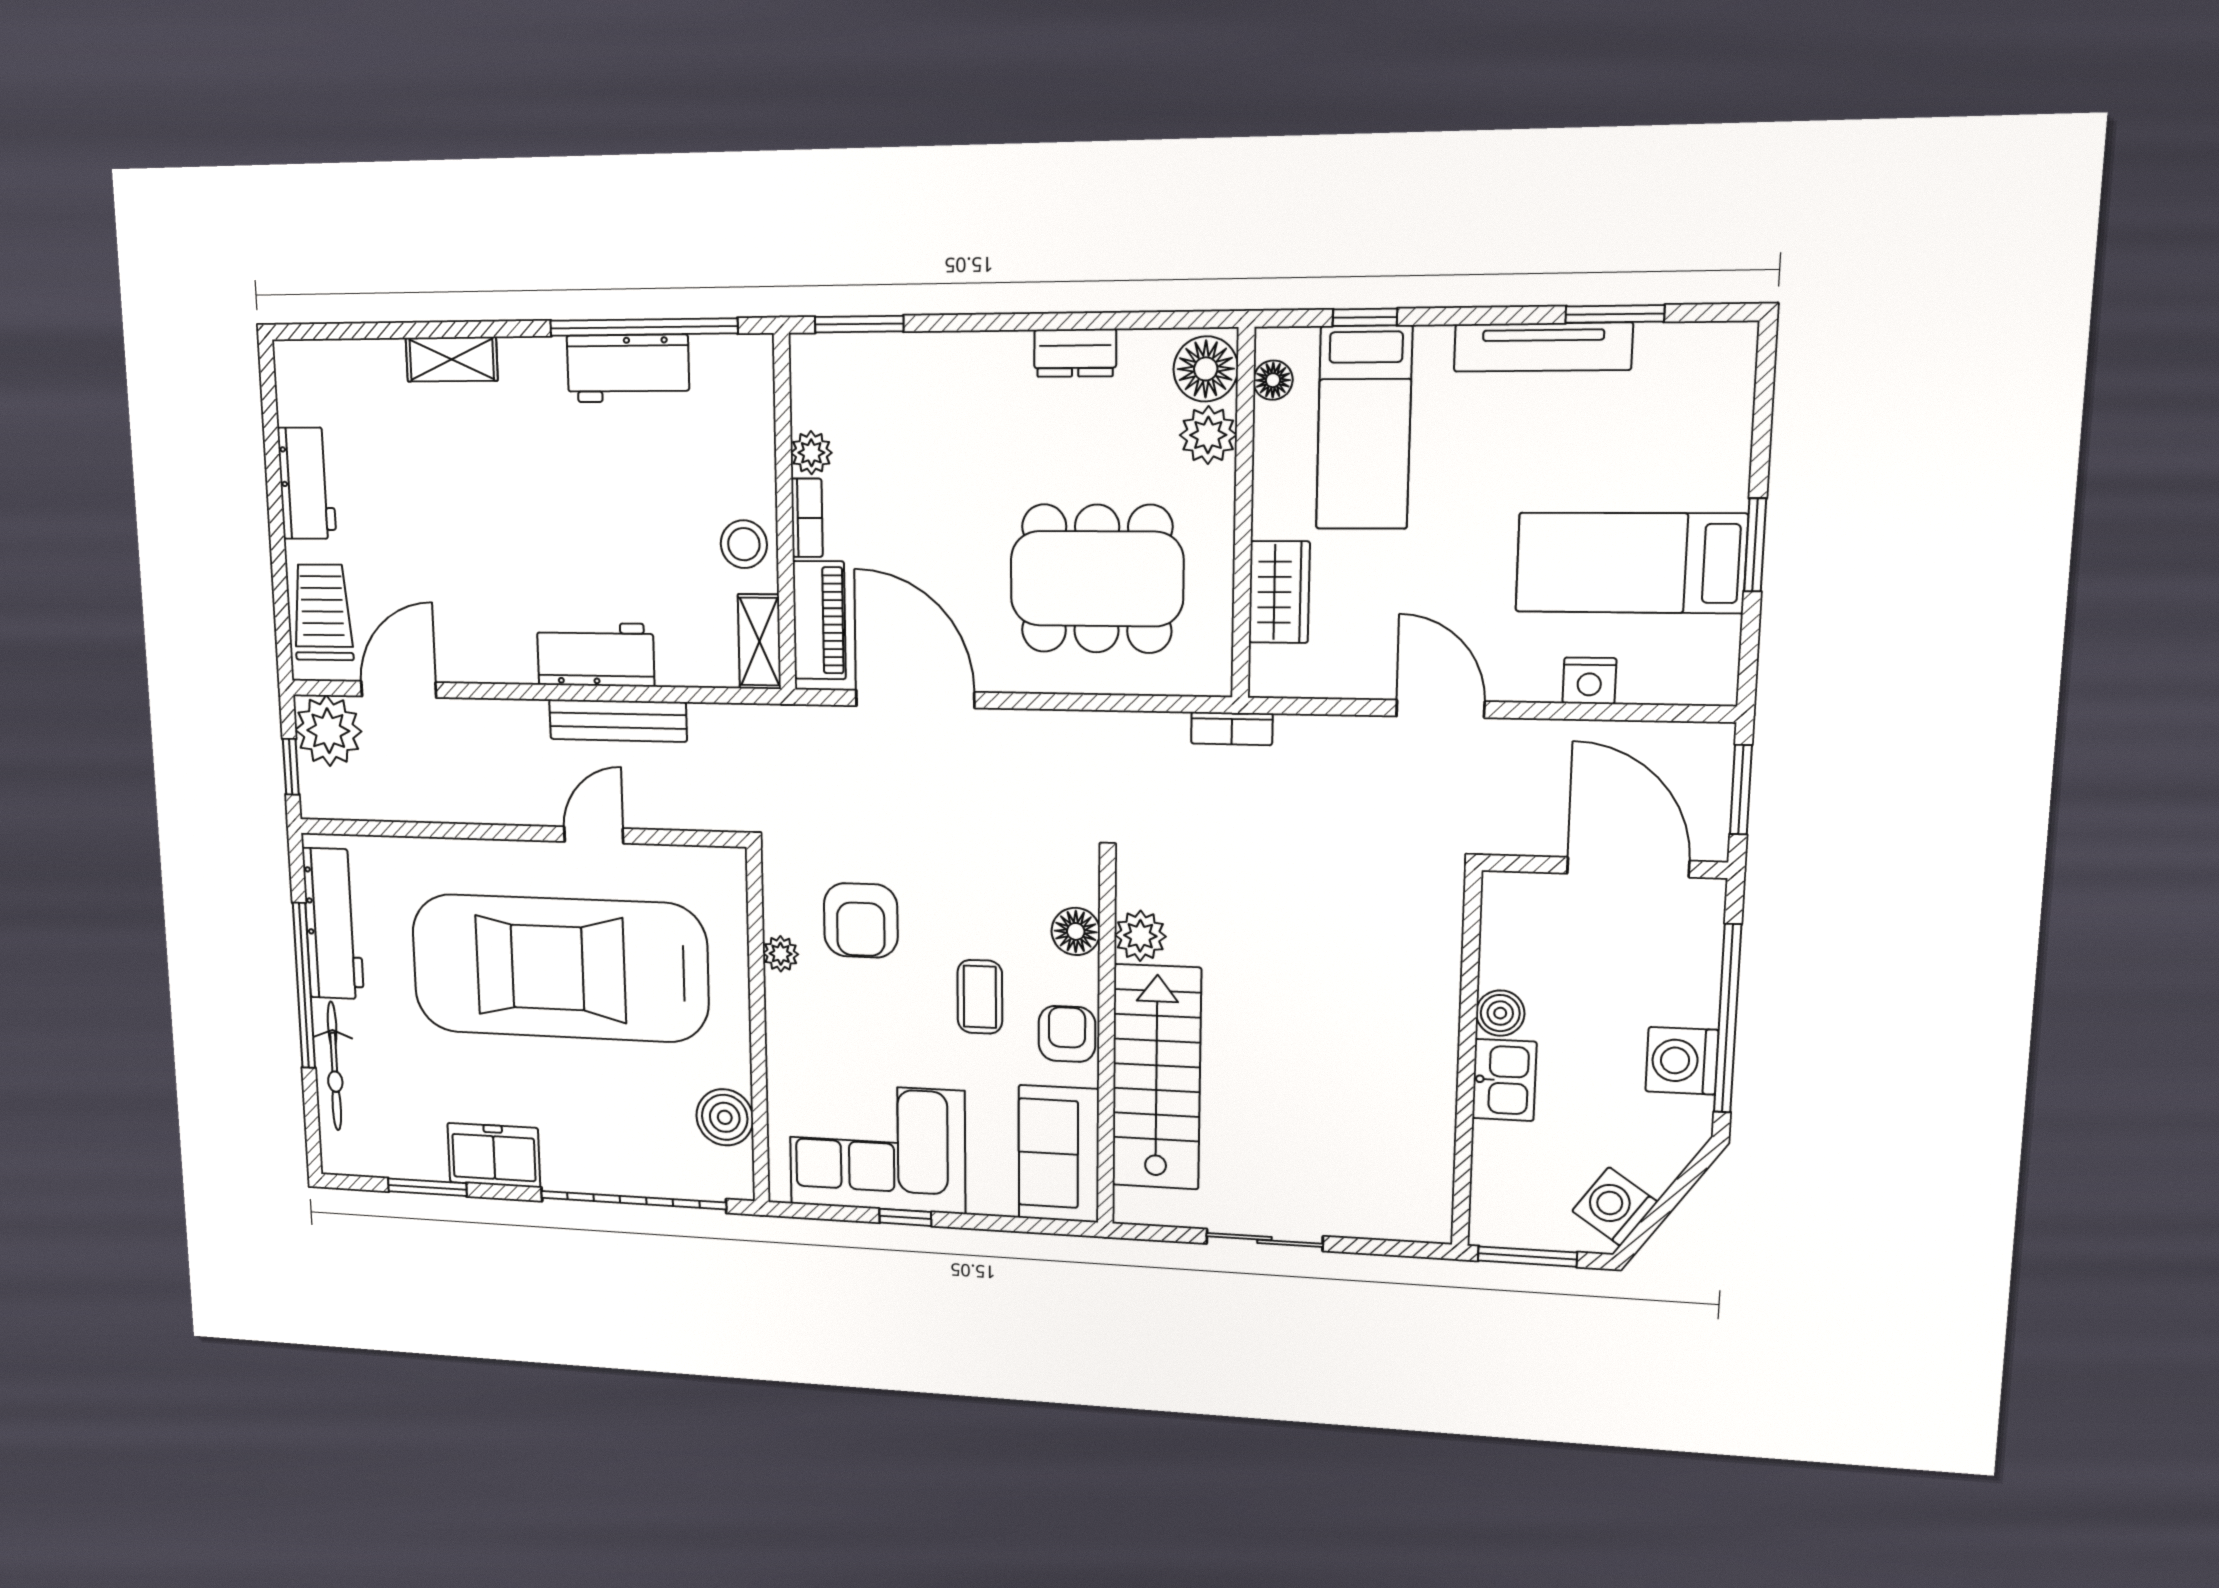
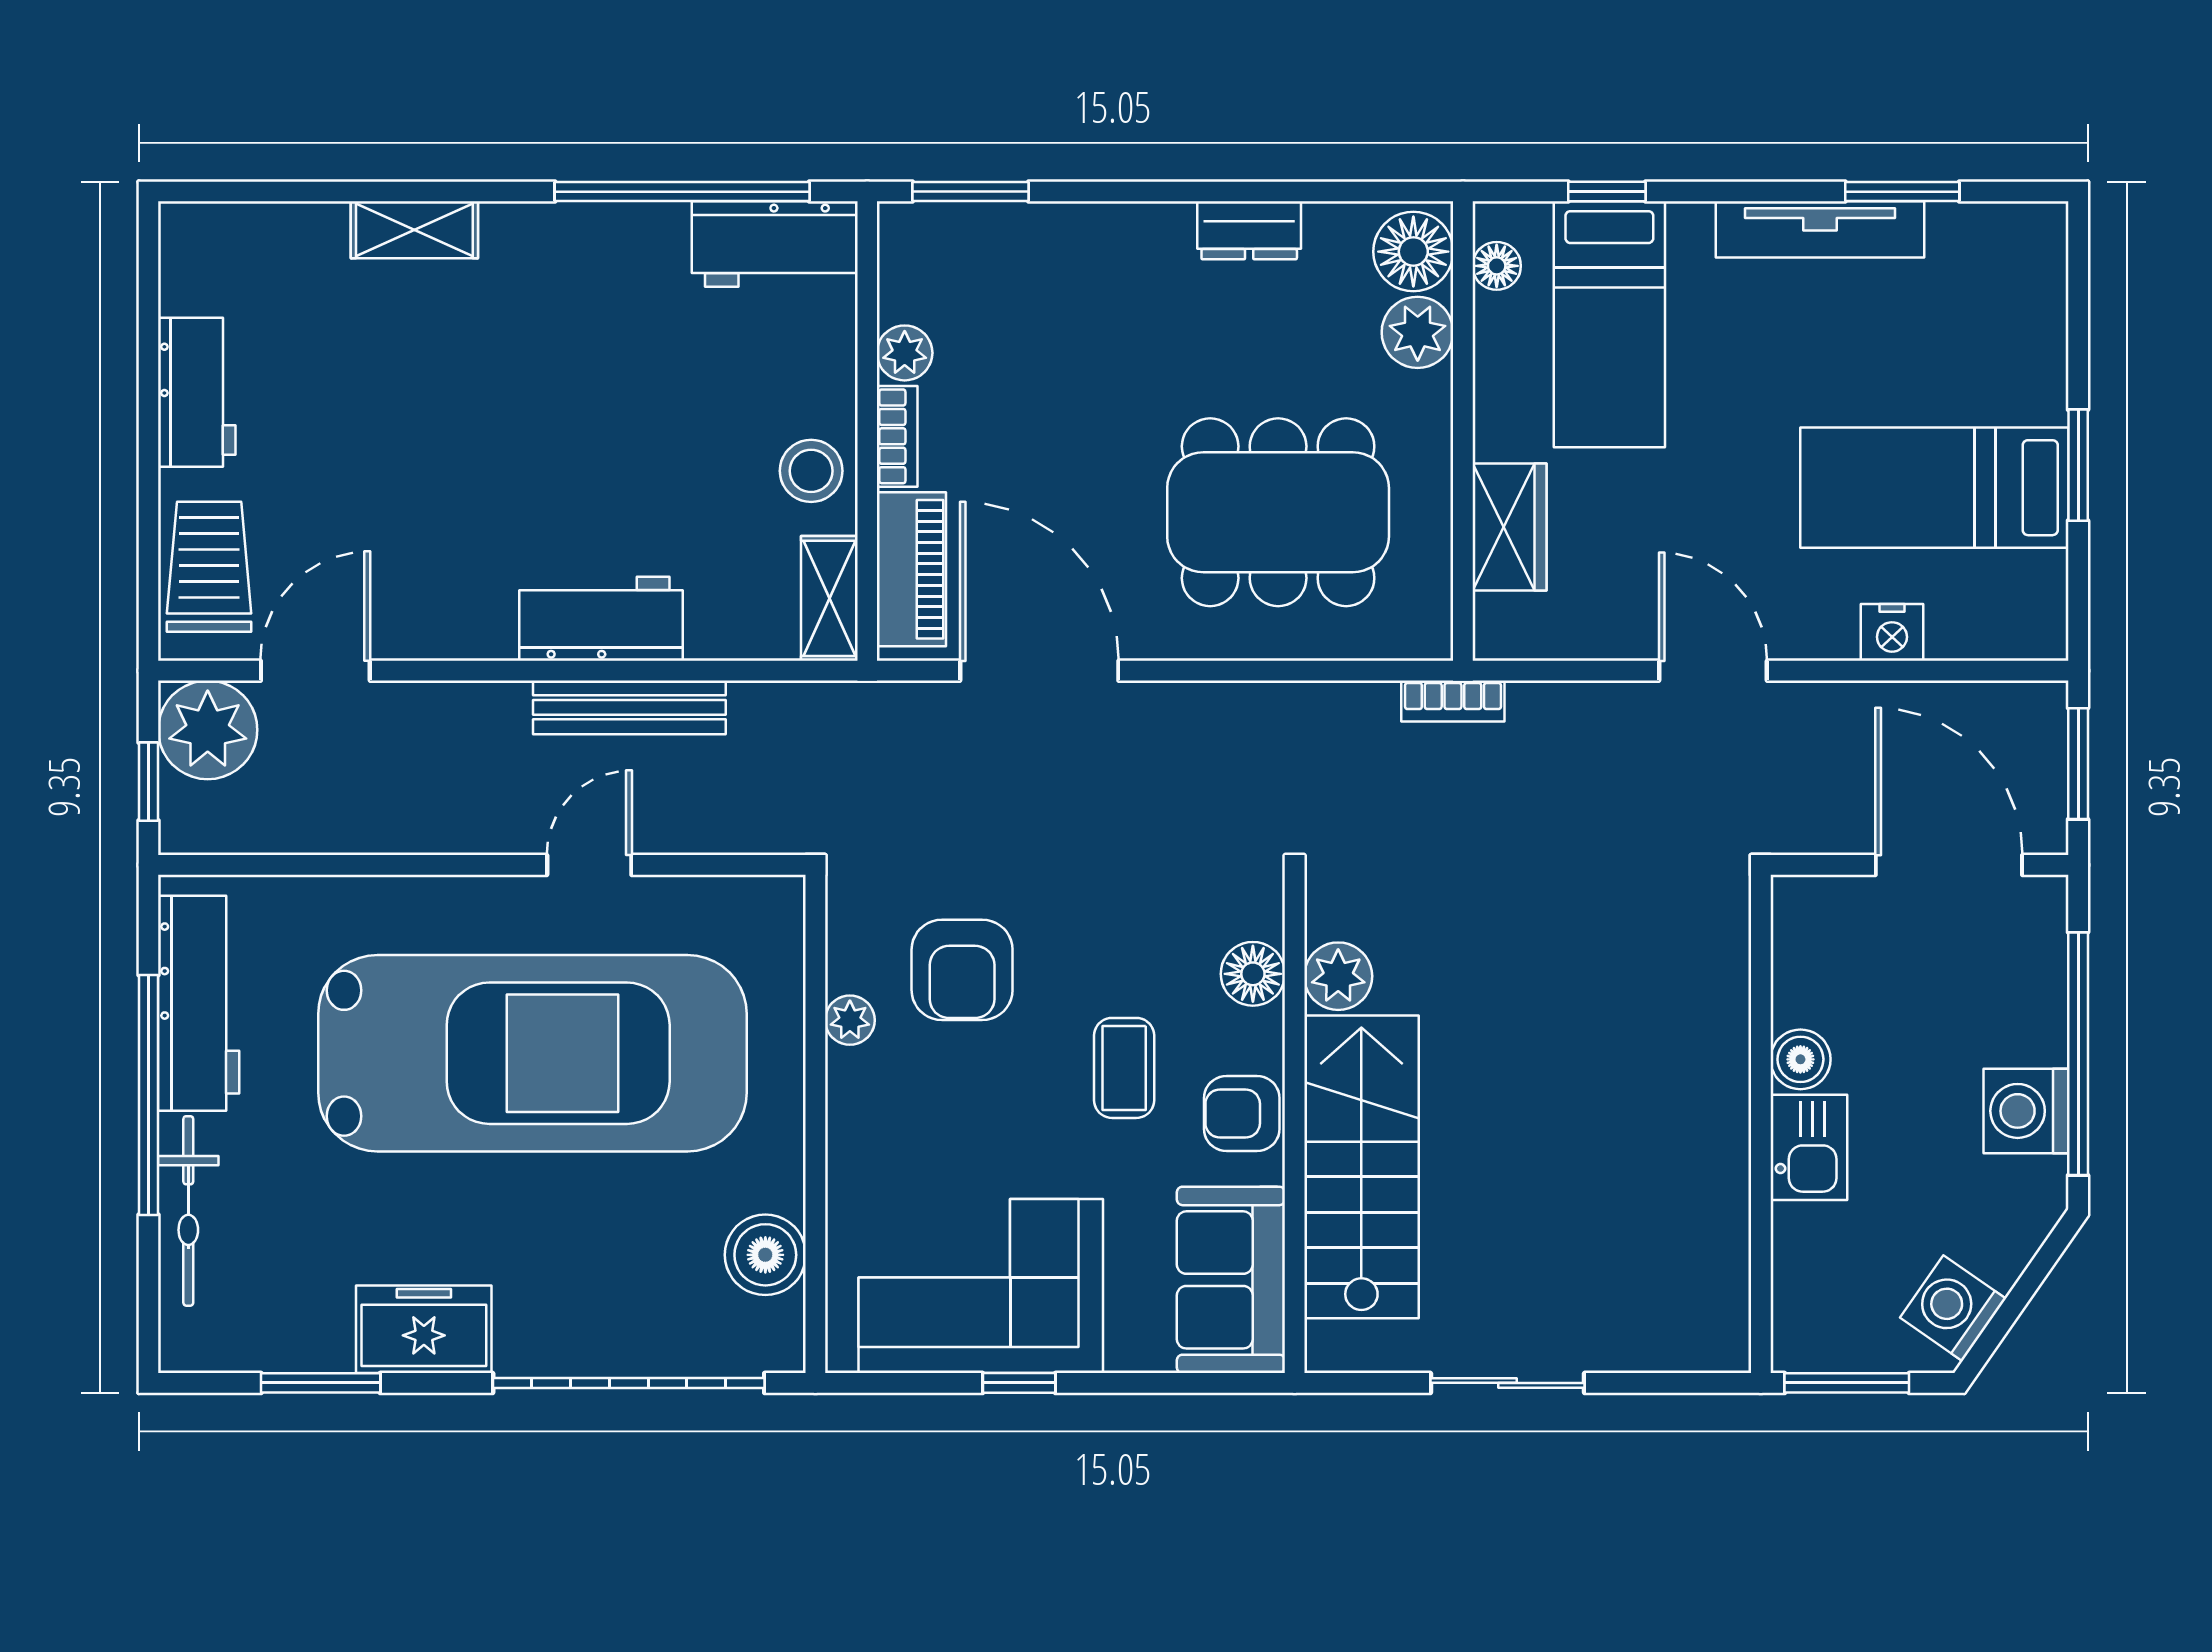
workbench: (628, 368) -> (775, 244), moved
car: (559, 968) -> (532, 1053), turned 180
armchair: (1067, 1034) -> (1242, 1113), turned -90

